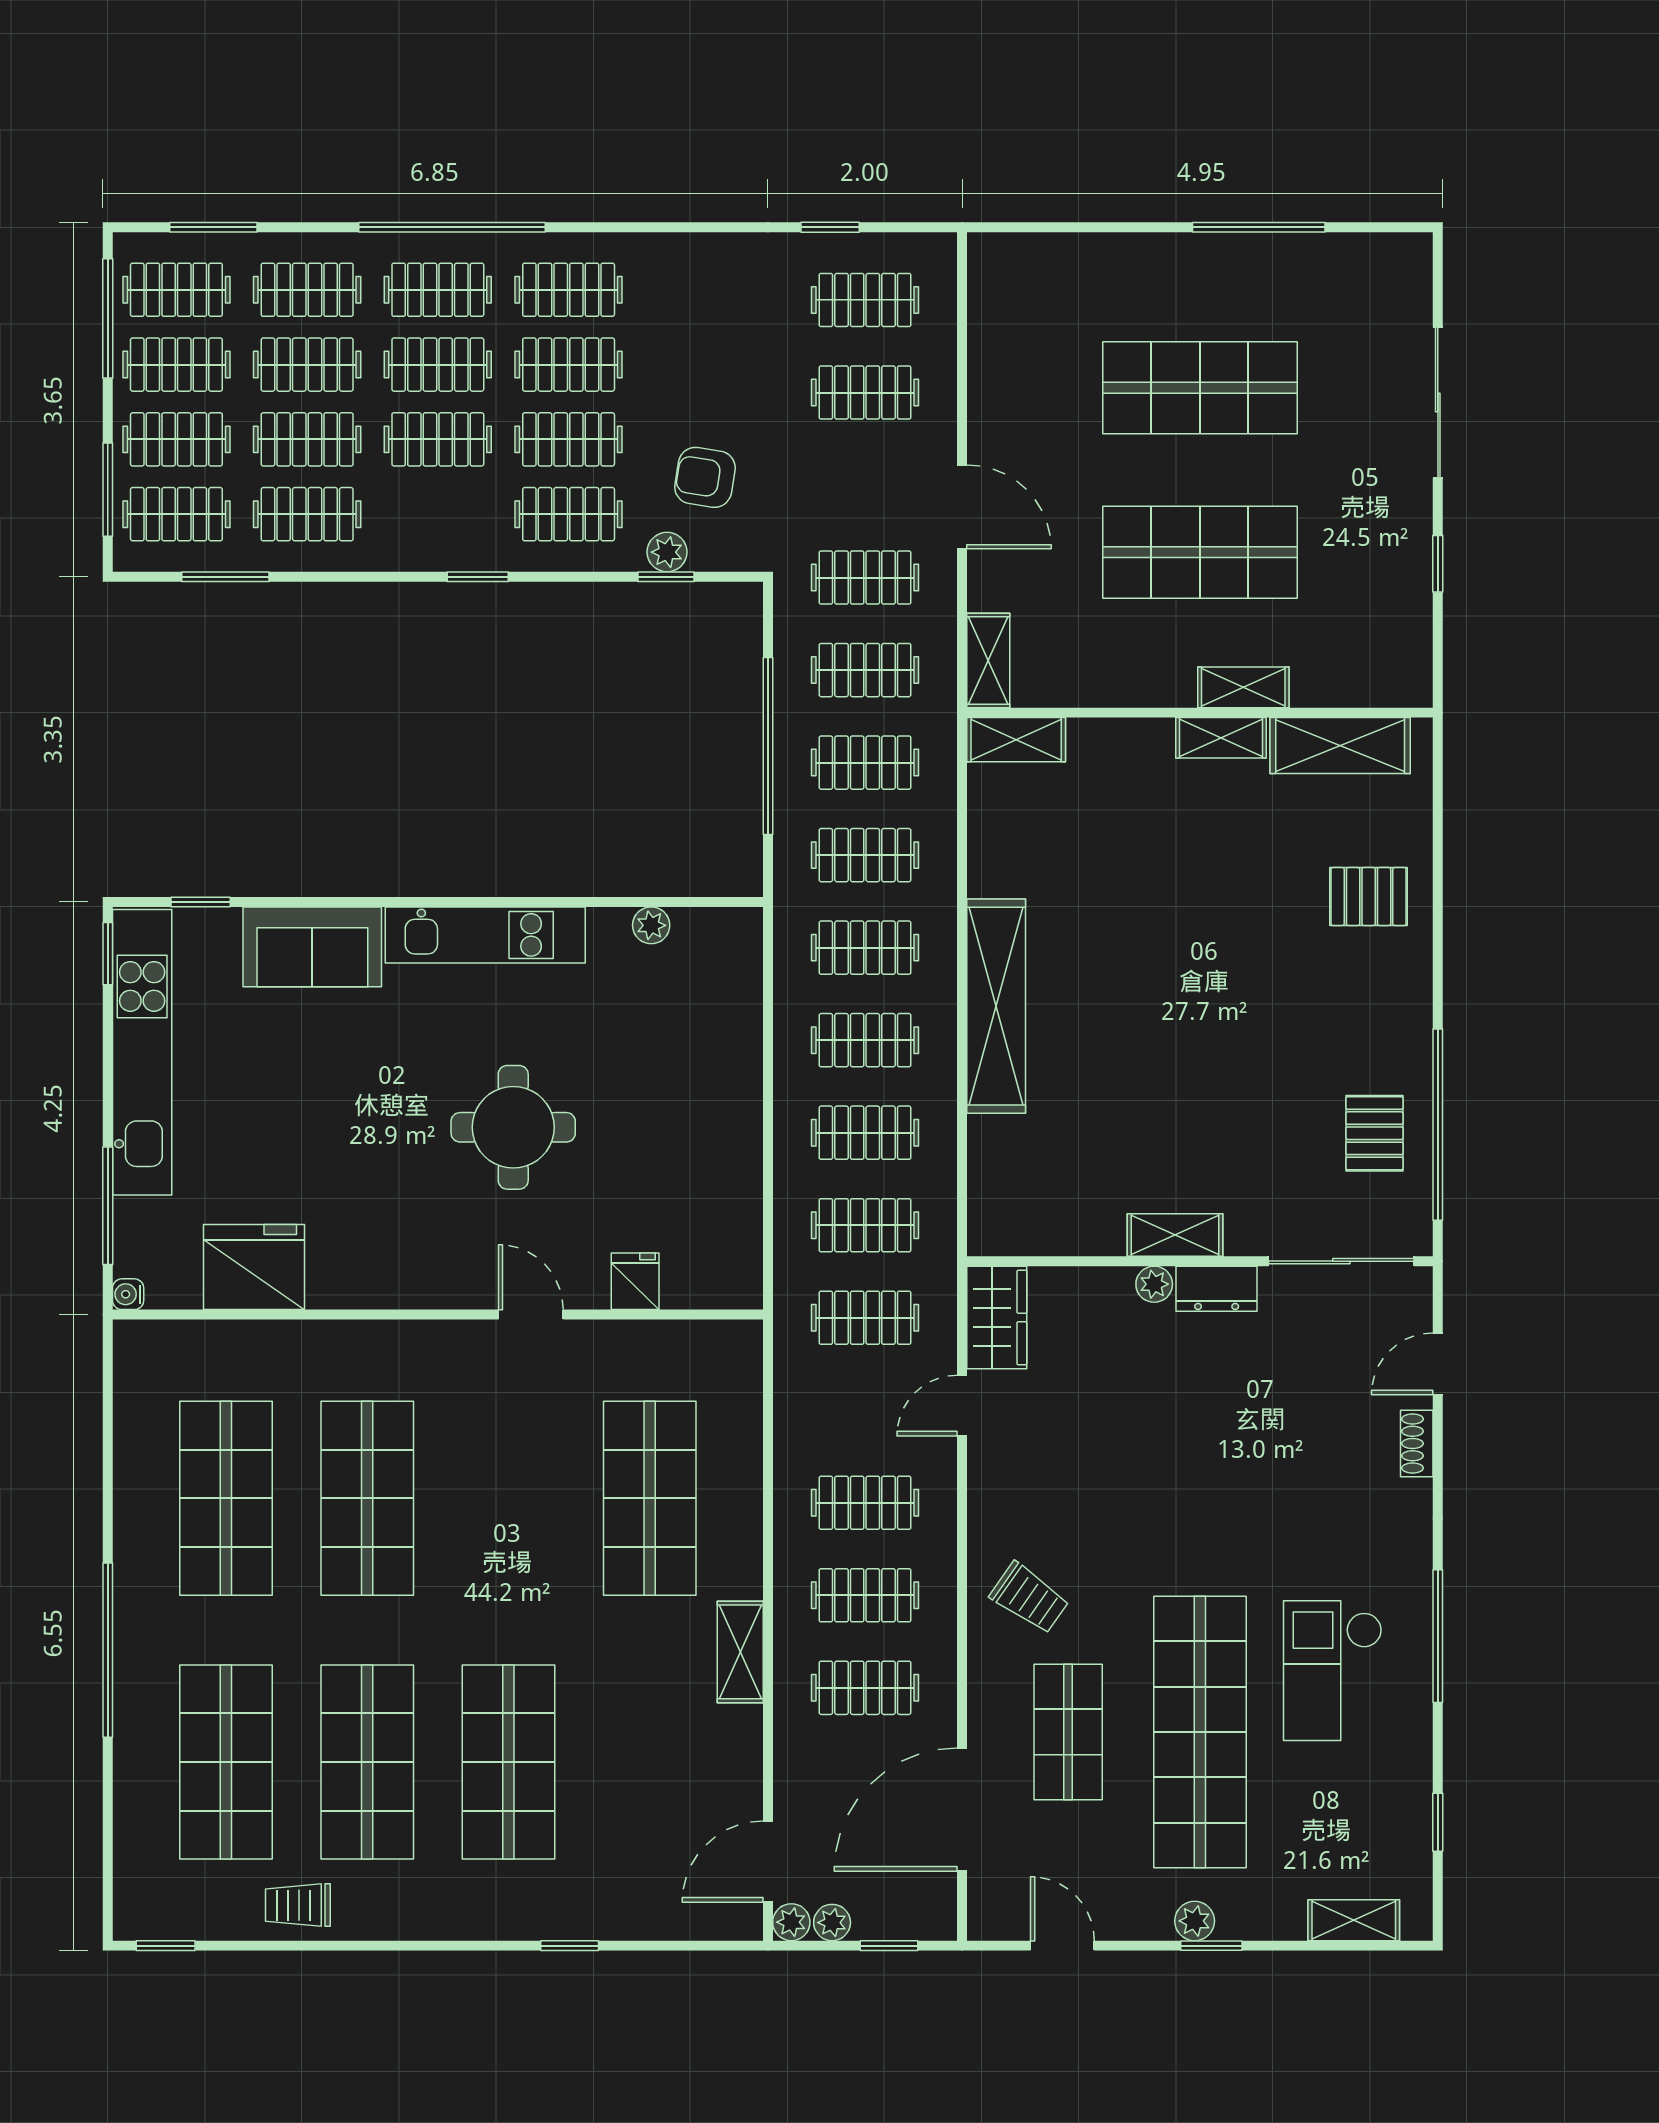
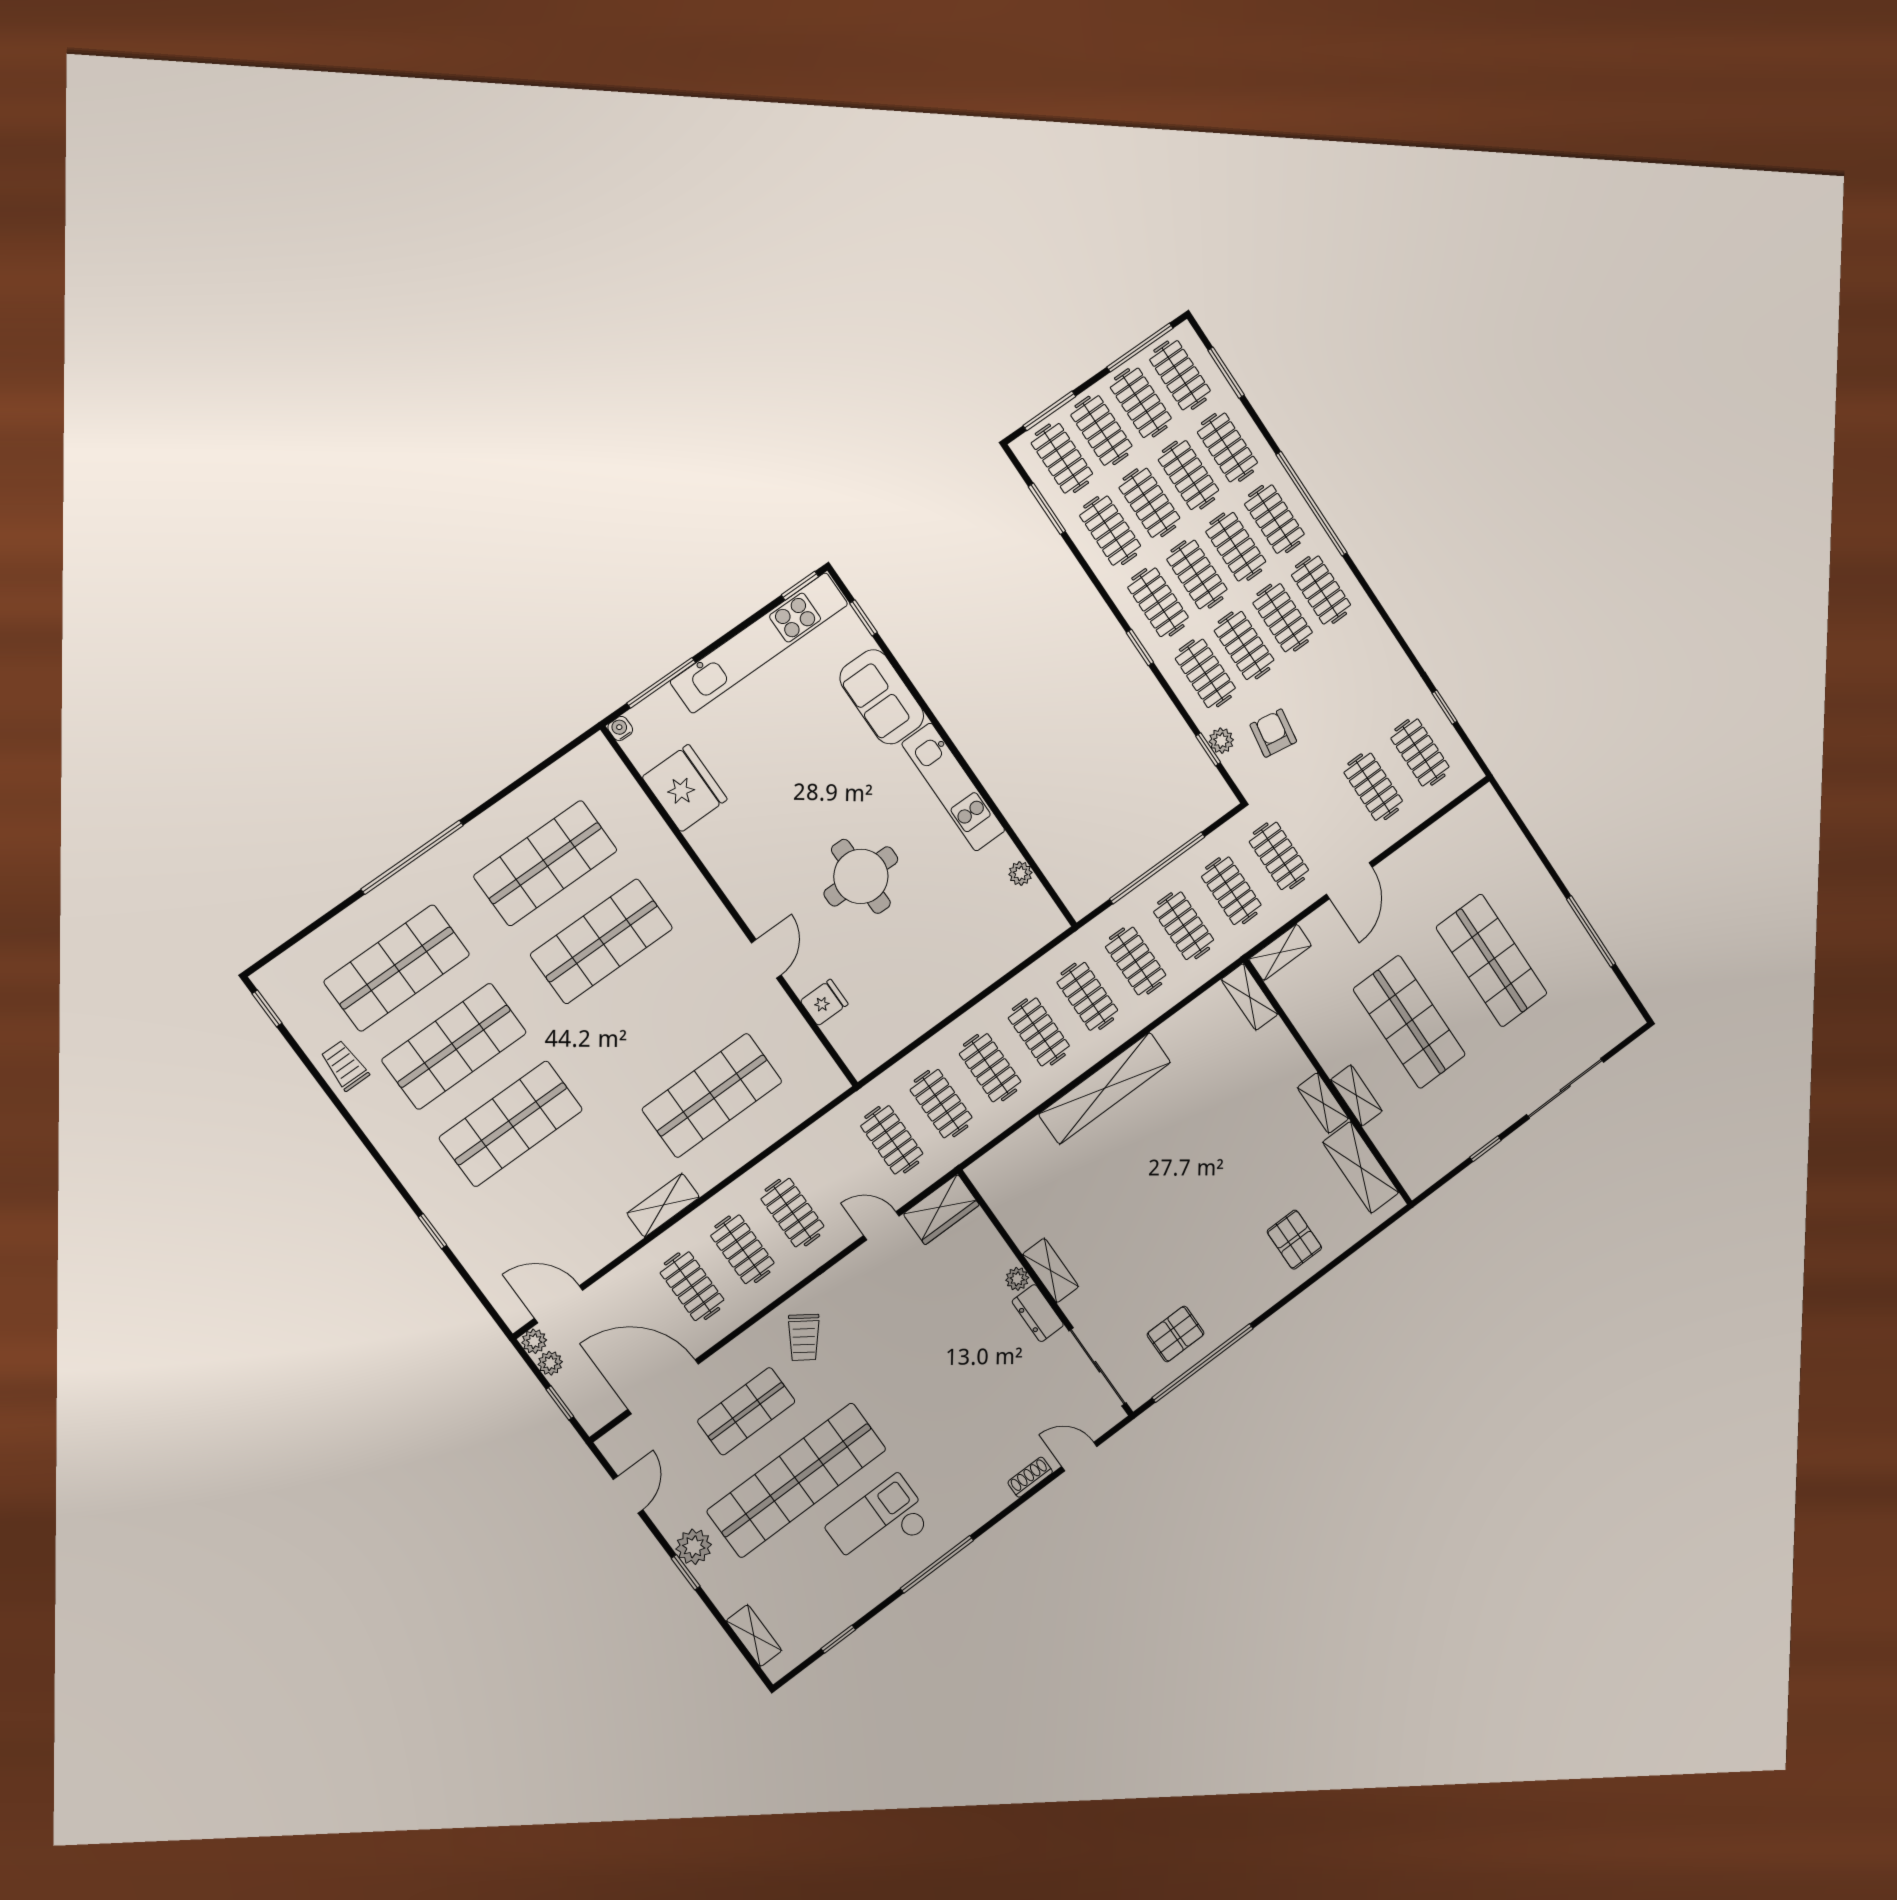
clothes rail: (438, 514) -> (1158, 602), added
plant: (1195, 1921) -> (694, 1547), width x1.38, depth x1.38

